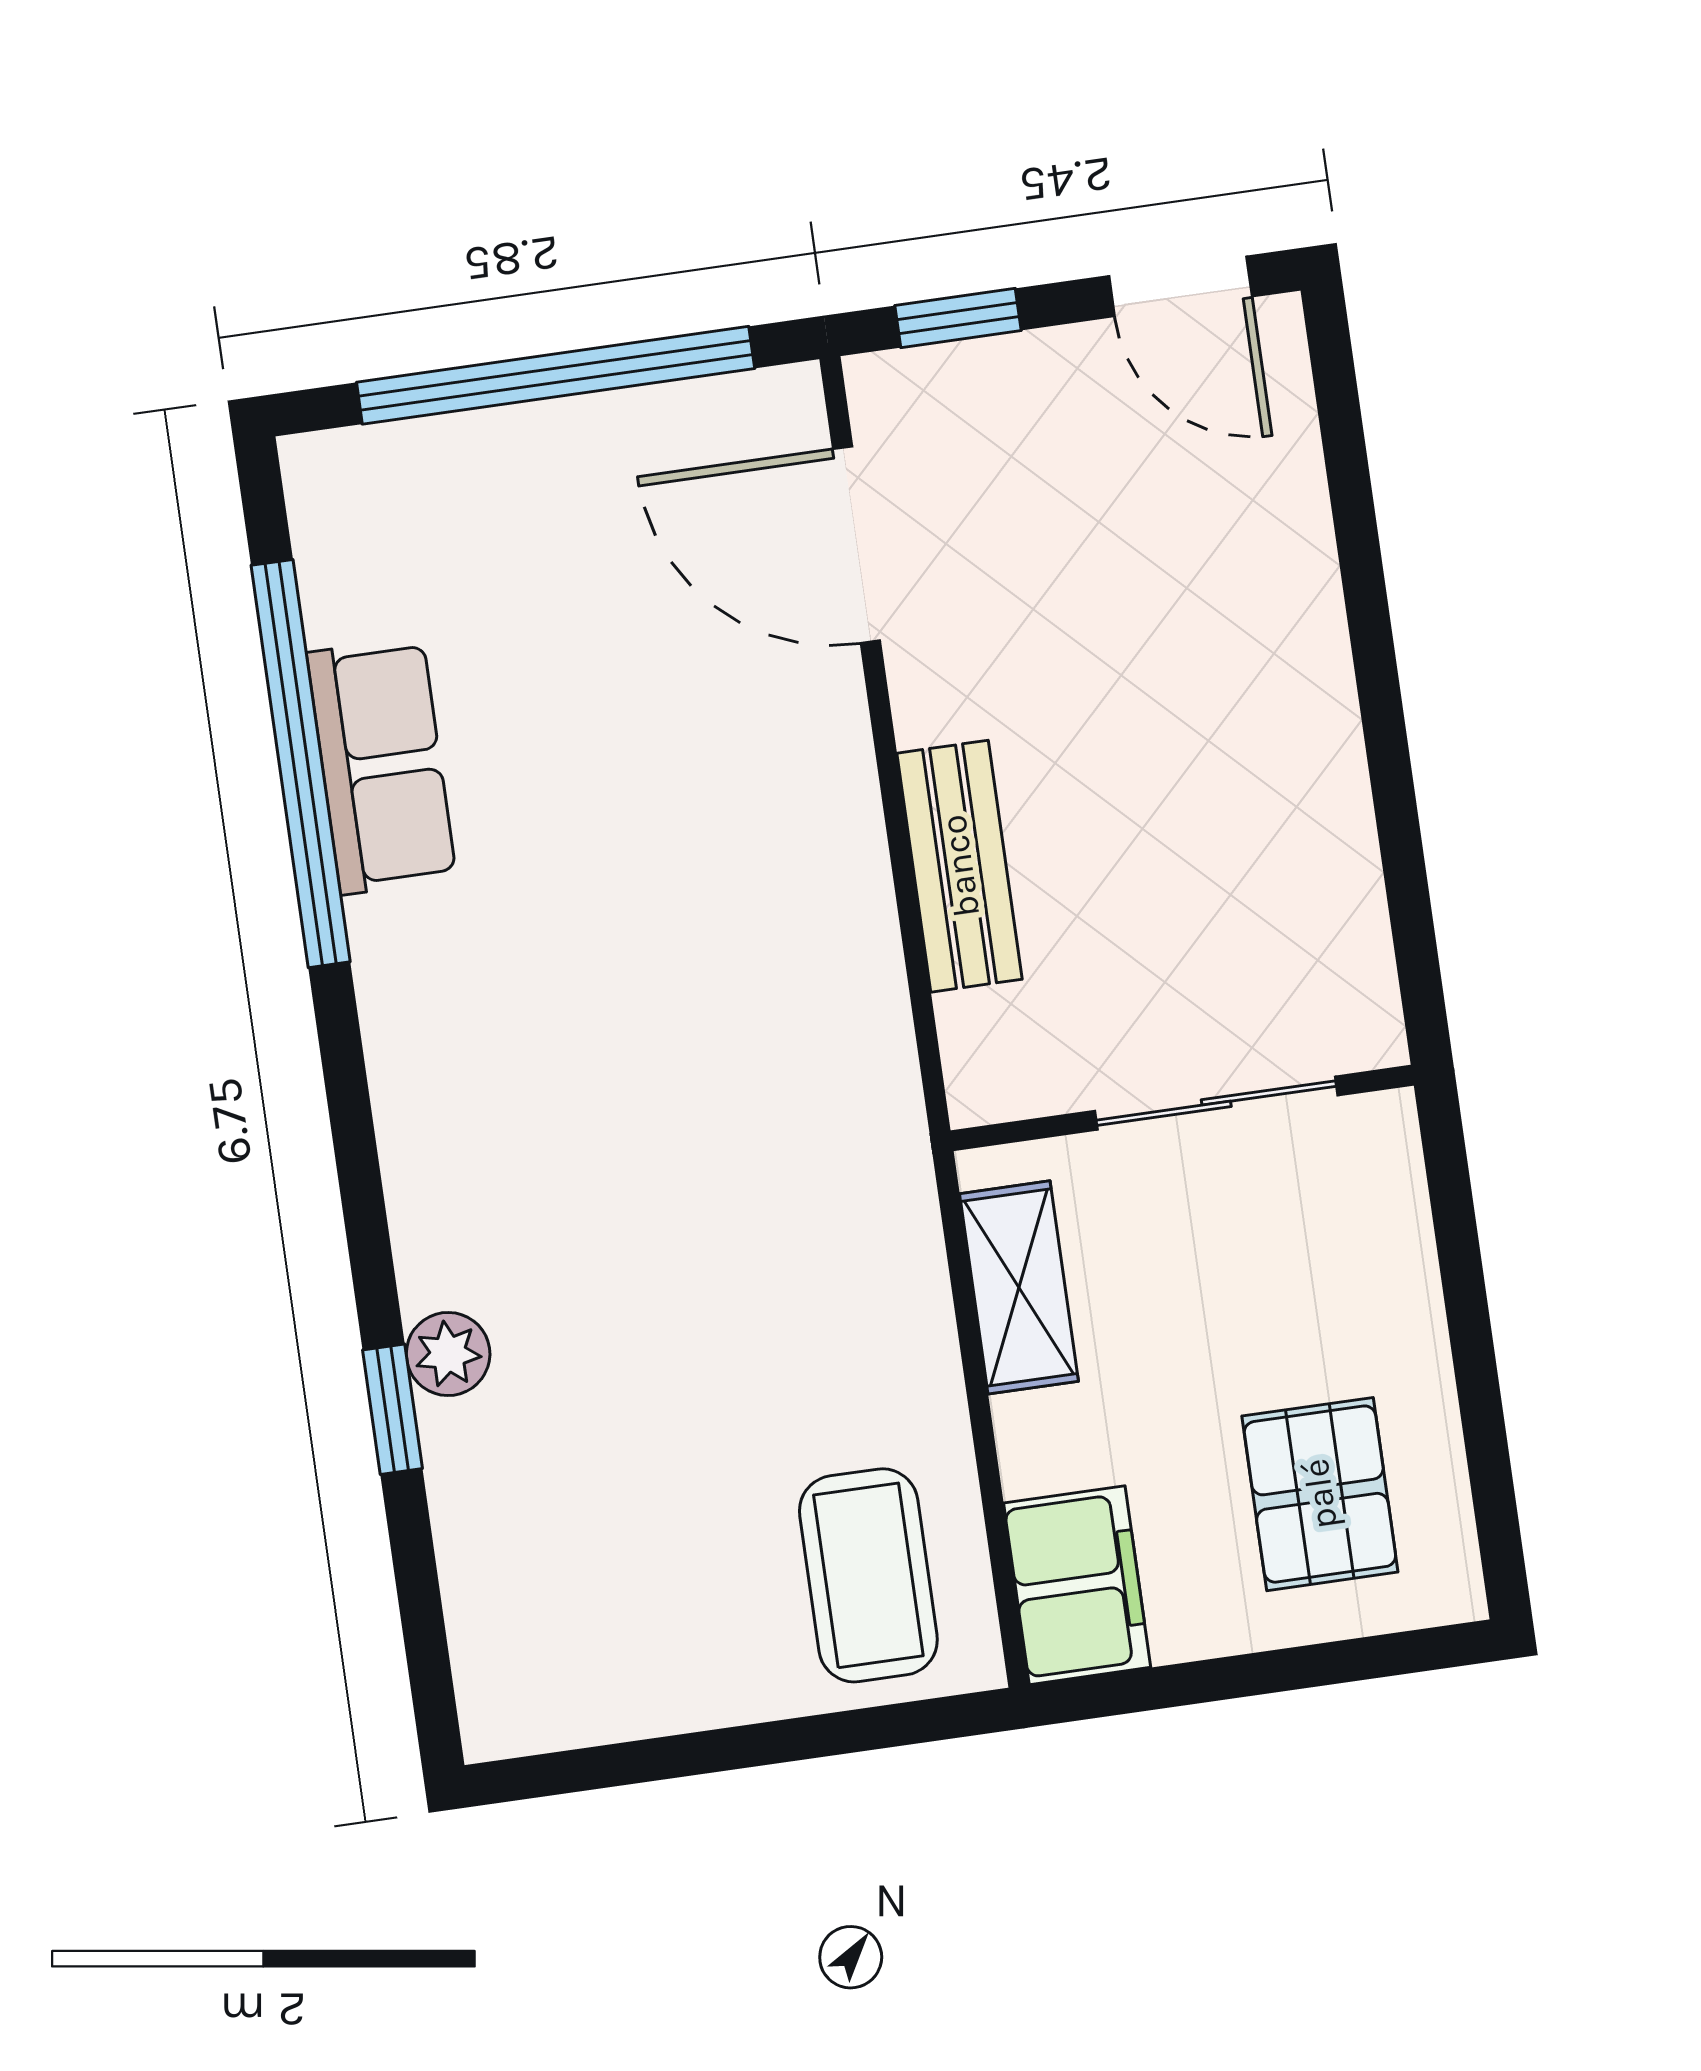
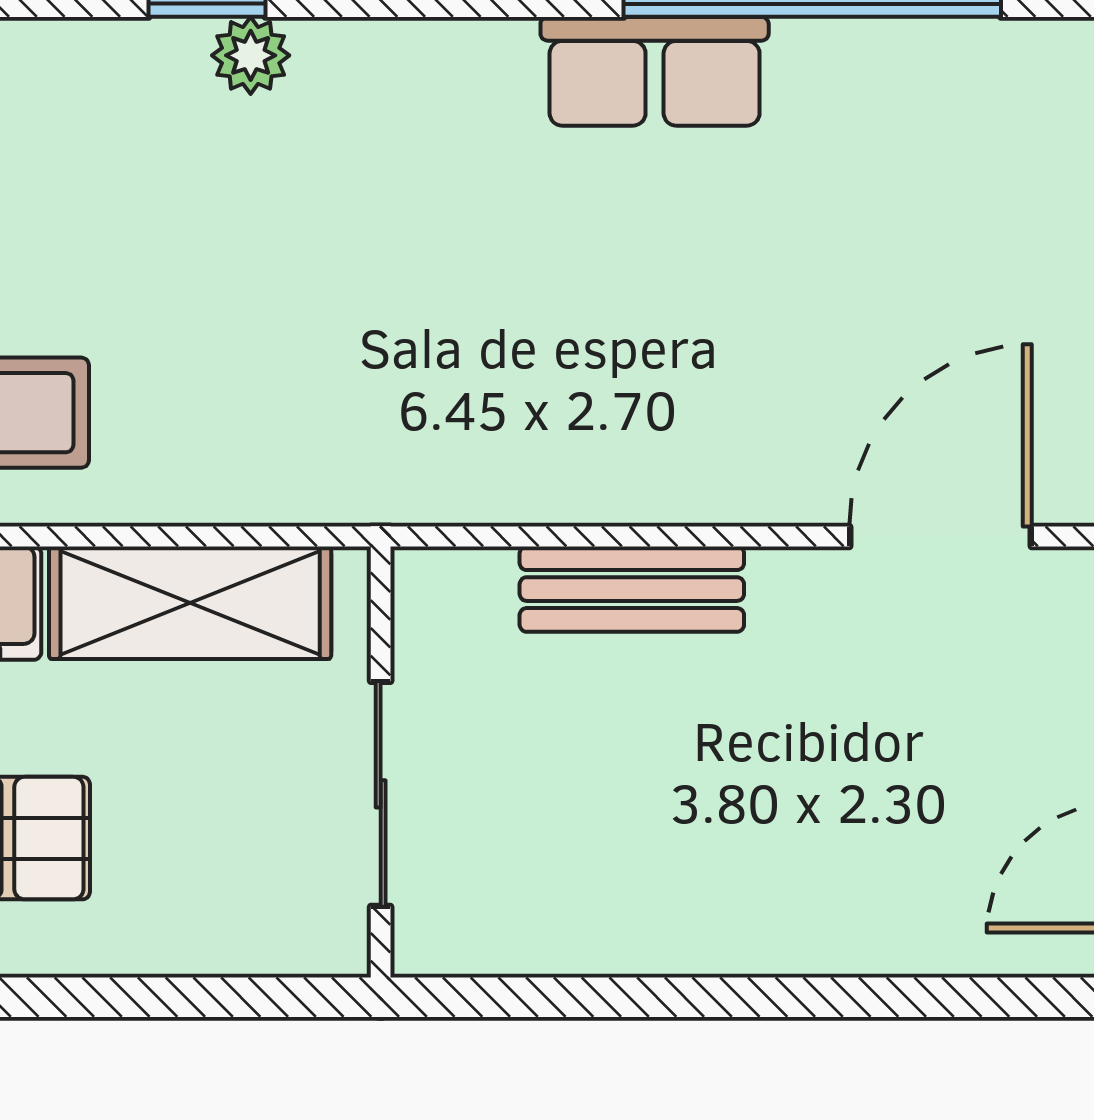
row of seats: (382, 766) -> (655, 71), moved
shelving: (1019, 1287) -> (190, 603), width x1.50, depth x1.33

